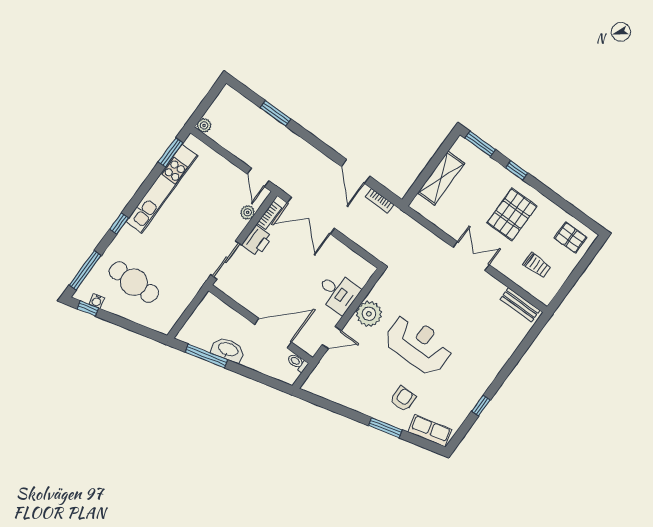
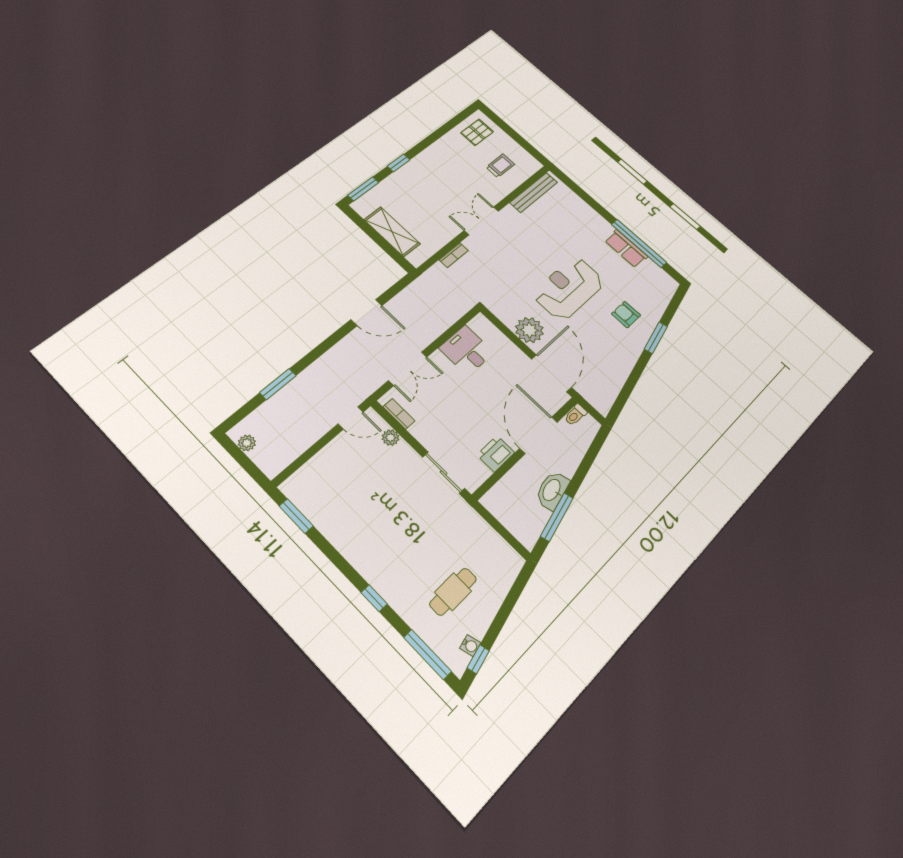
plant: (204, 125) -> (247, 443), moved
kitchen unit: (162, 189) -> (340, 535), removed
bookcase: (380, 201) -> (454, 255), moved
pallet: (512, 214) -> (444, 176), removed
double door: (311, 216) -> (408, 369), width x0.73
printer: (257, 241) -> (496, 454), moved, turned -90
cafe table: (134, 282) -> (453, 592), width x0.73, depth x0.74
desk: (338, 292) -> (466, 350), moved, turned -90
bench: (520, 305) -> (534, 192), width x1.36
door: (332, 338) -> (551, 373), width x1.88
window: (481, 405) -> (639, 243), width x3.17
row of seats: (430, 431) -> (626, 249), moved, turned -76

